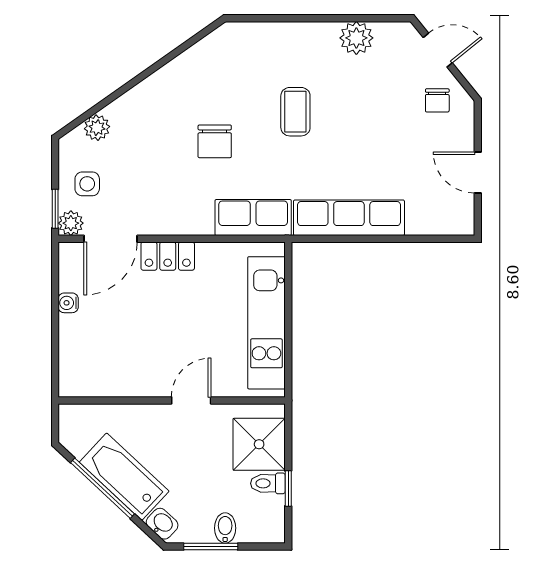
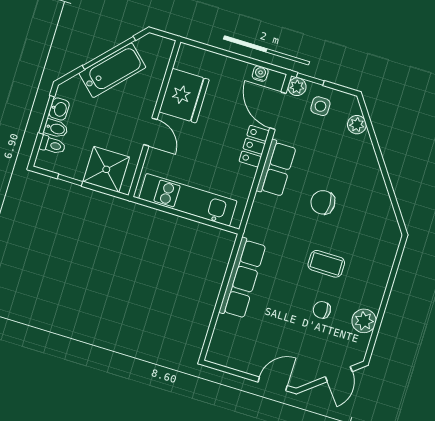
chair: (437, 100) -> (322, 310), moved
door: (478, 173) -> (273, 384), moved
row of seats: (253, 218) -> (276, 169), moved
water cooler: (68, 303) -> (260, 74), moved
fridge: (129, 370) -> (184, 96), added
toilet: (268, 483) -> (52, 145), moved, turned 90
washbasin: (162, 524) -> (59, 109), moved, turned -43

